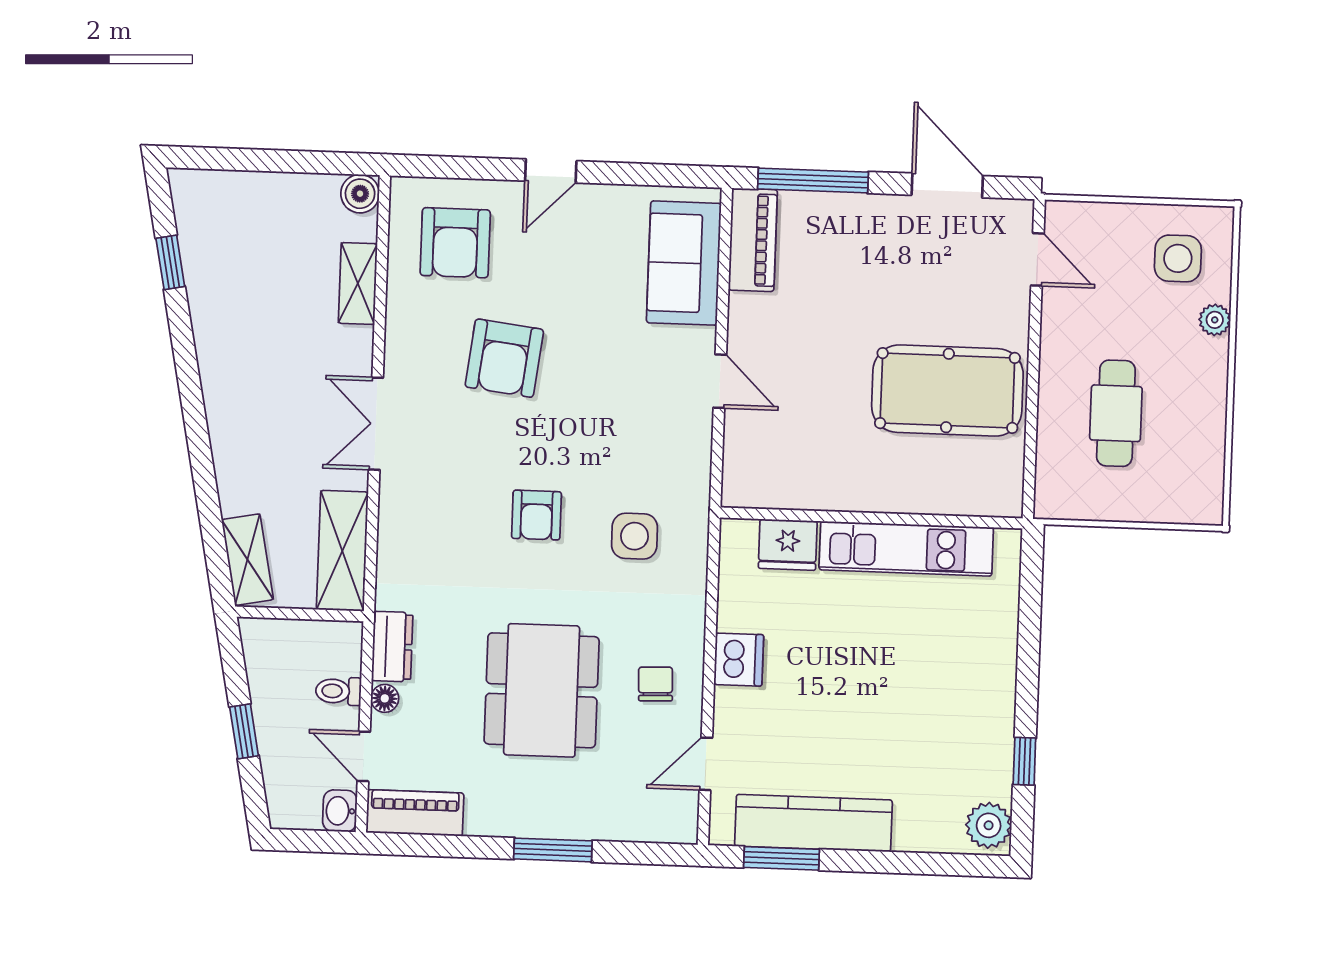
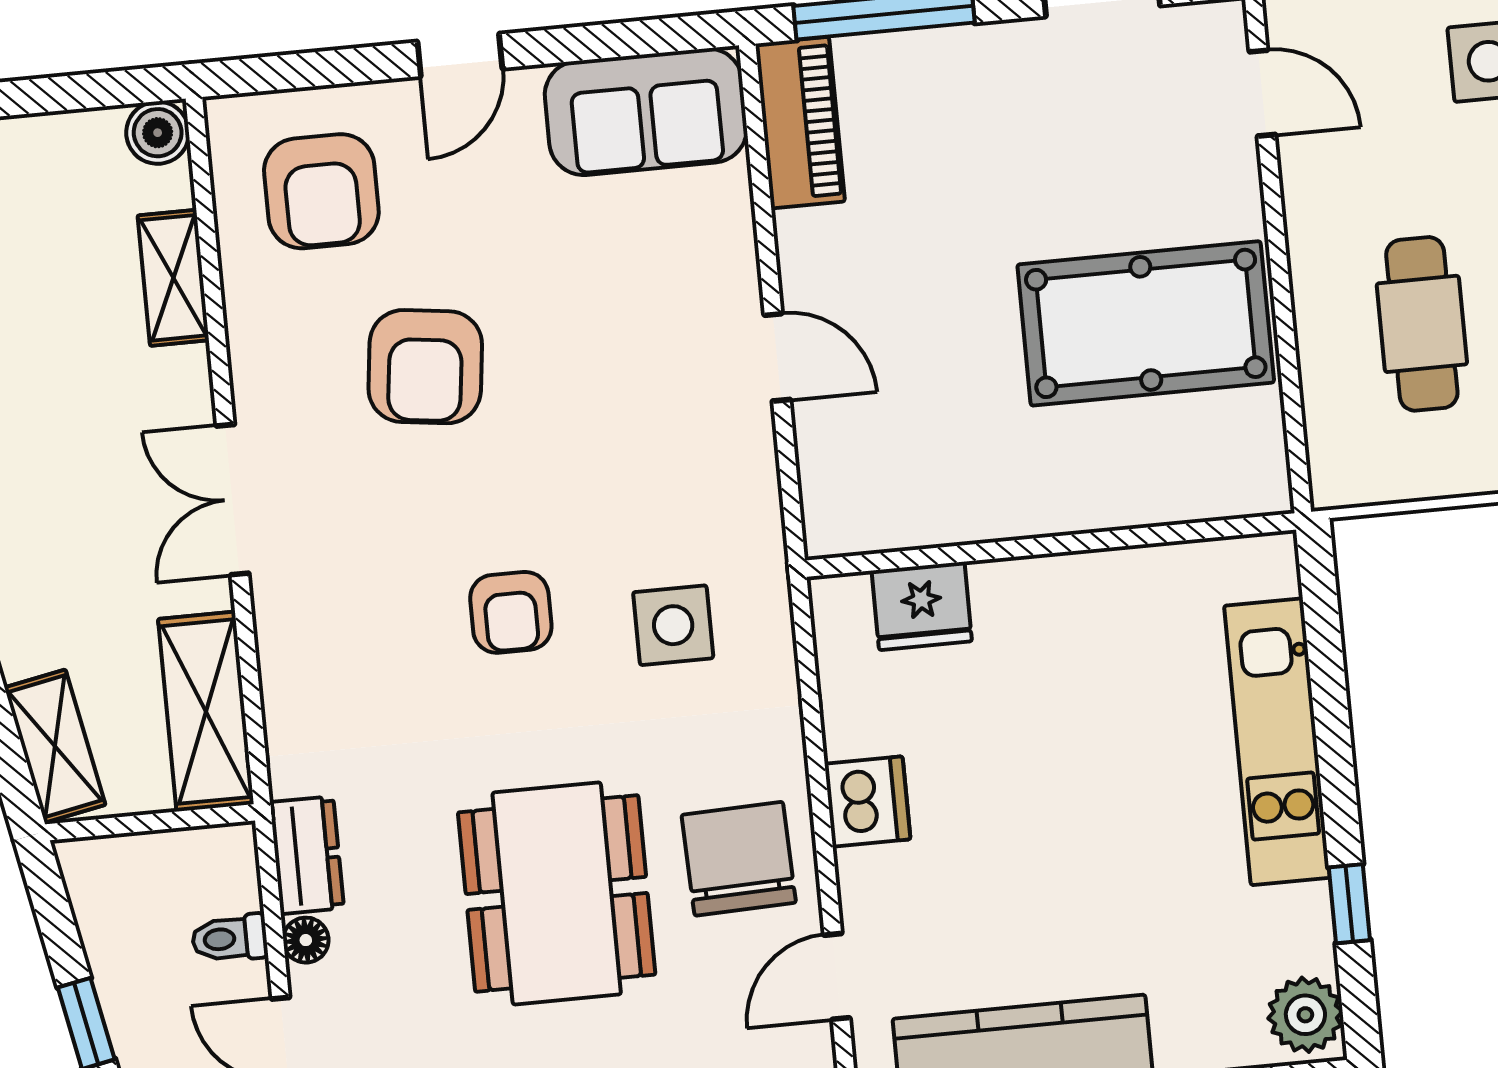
sofa: (684, 263) -> (646, 112), moved, turned -90
kitchen unit: (906, 549) -> (1277, 742), moved, turned 90
chair: (656, 684) -> (739, 859), width x1.87, depth x1.87

